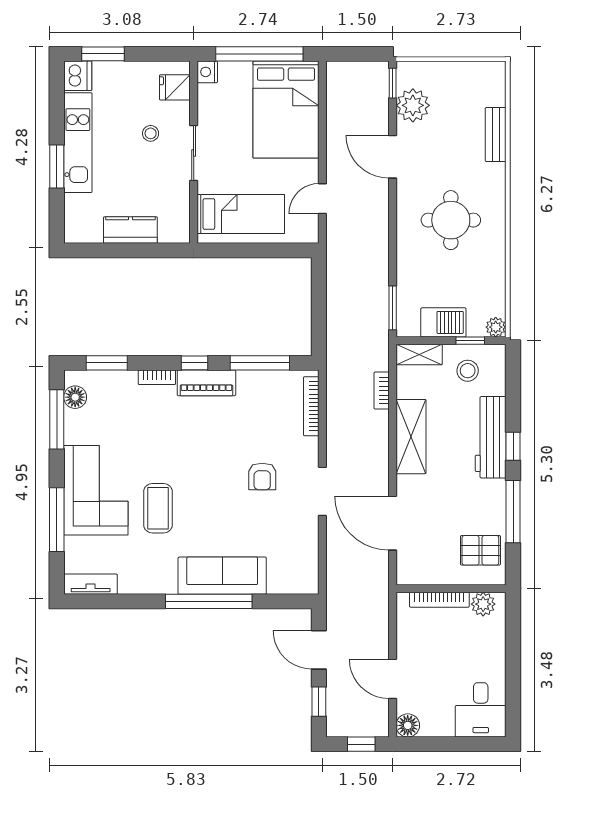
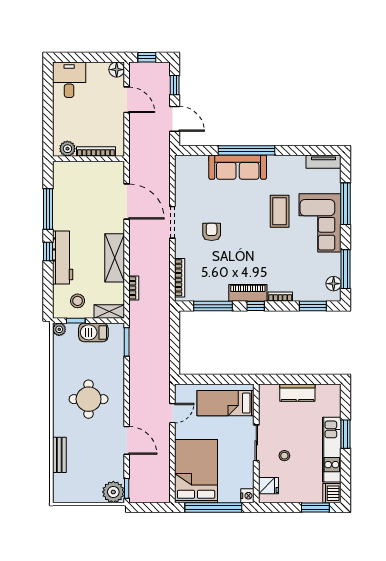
plant: (413, 105) -> (113, 492), moved
pallet: (480, 550) -> (69, 184), removed

